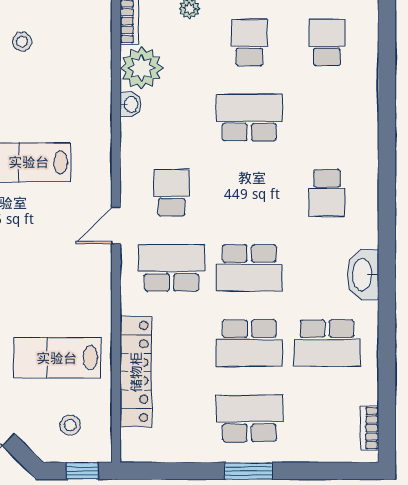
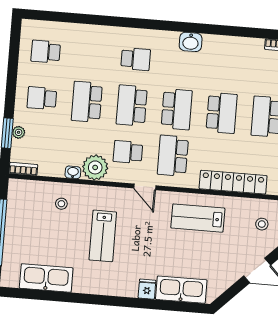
stool: (22, 42) -> (61, 204), moved
plant: (141, 68) -> (95, 167), moved
washbasin: (363, 275) -> (191, 42), width x0.72
school desk: (327, 343) -> (132, 106), moved, turned 180
lab bench: (57, 358) -> (198, 218), moved, turned 90

